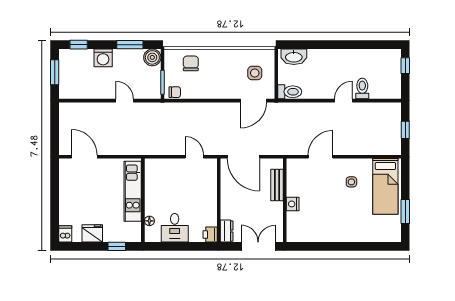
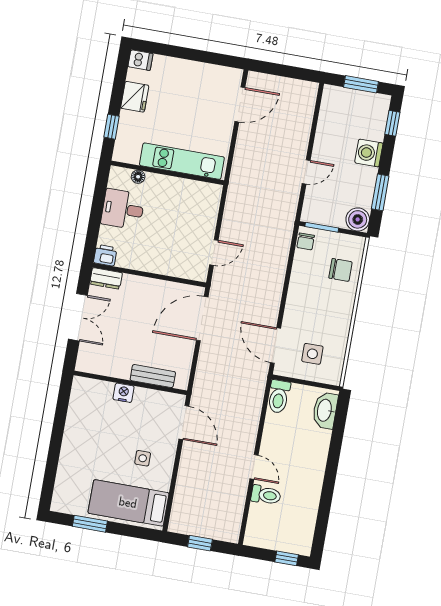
bench: (277, 185) -> (153, 376), moved
wall: (285, 200) -> (130, 383), moved
nightstand: (293, 204) -> (124, 393), moved

